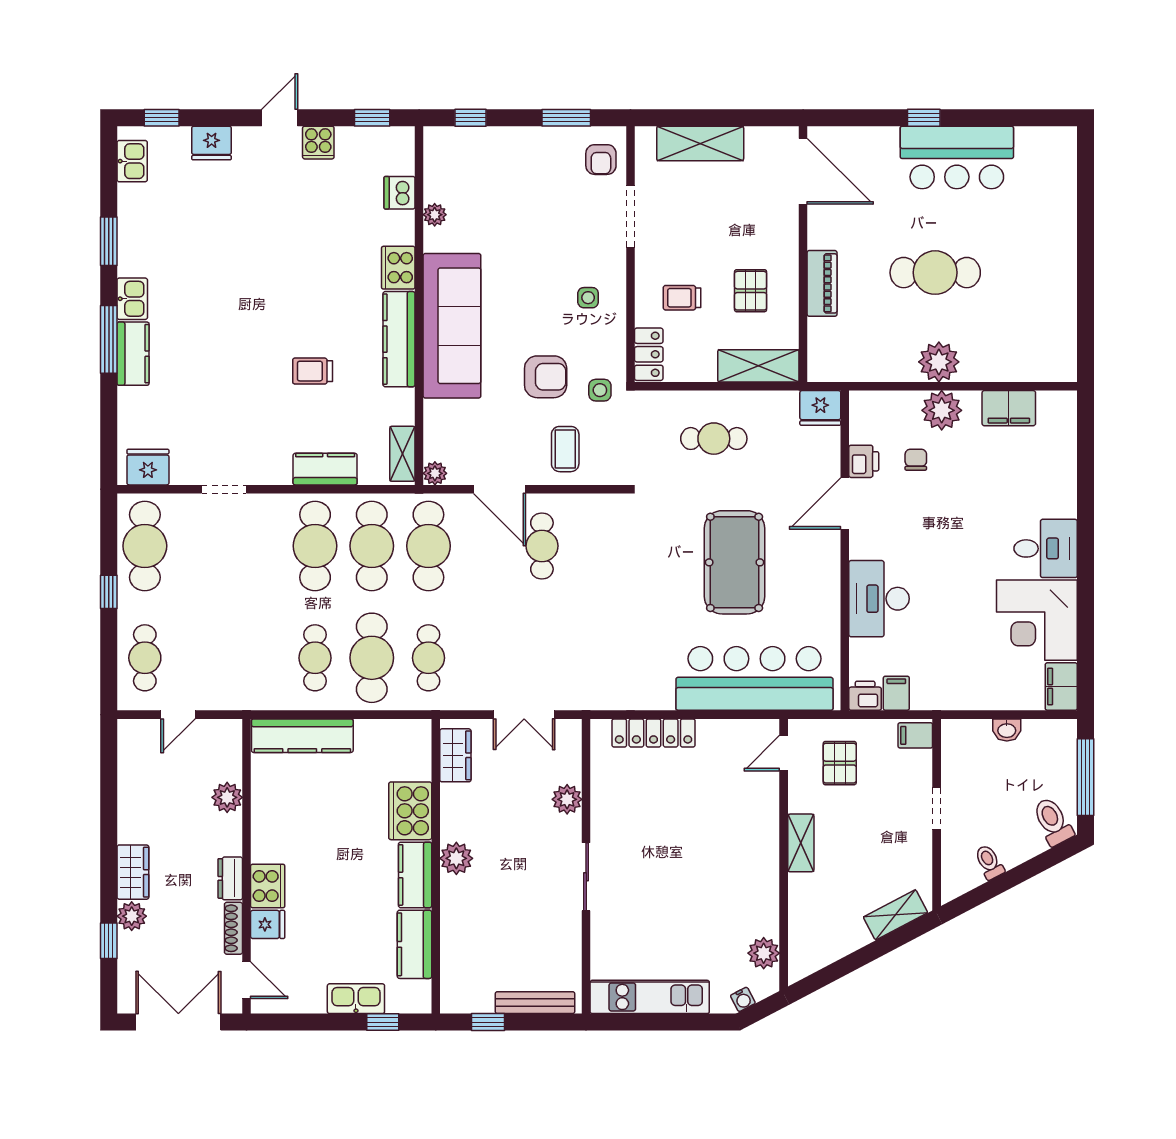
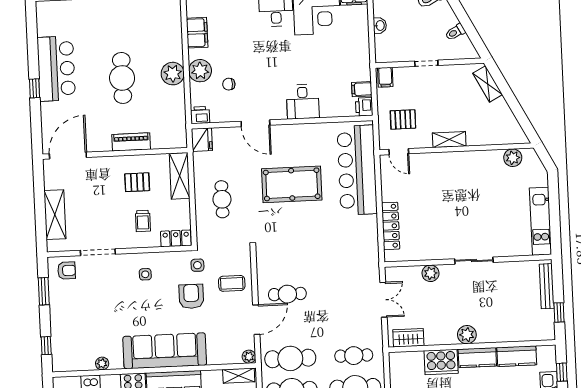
printer: (864, 461) -> (200, 115), moved
desk: (879, 599) -> (303, 102), width x0.73
water cooler: (743, 999) -> (540, 168), removed

